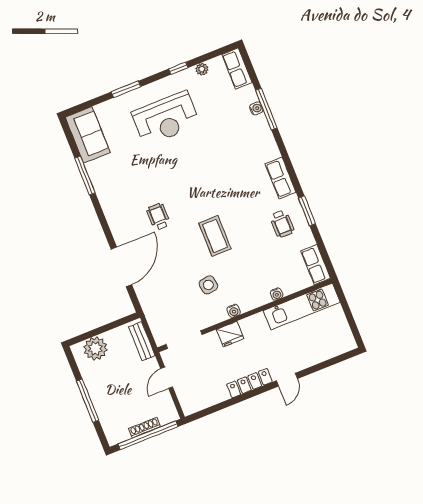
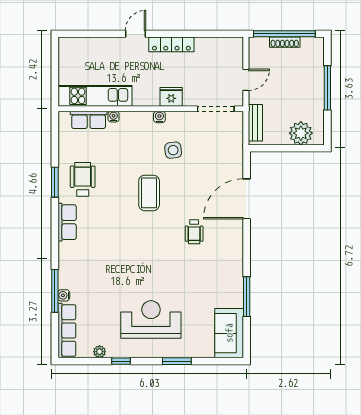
row of seats: (237, 68) -> (67, 330), width x1.48
wheelchair: (282, 224) -> (83, 179), width x1.36, depth x1.37
row of seats: (316, 265) -> (89, 120), moved, turned 90

